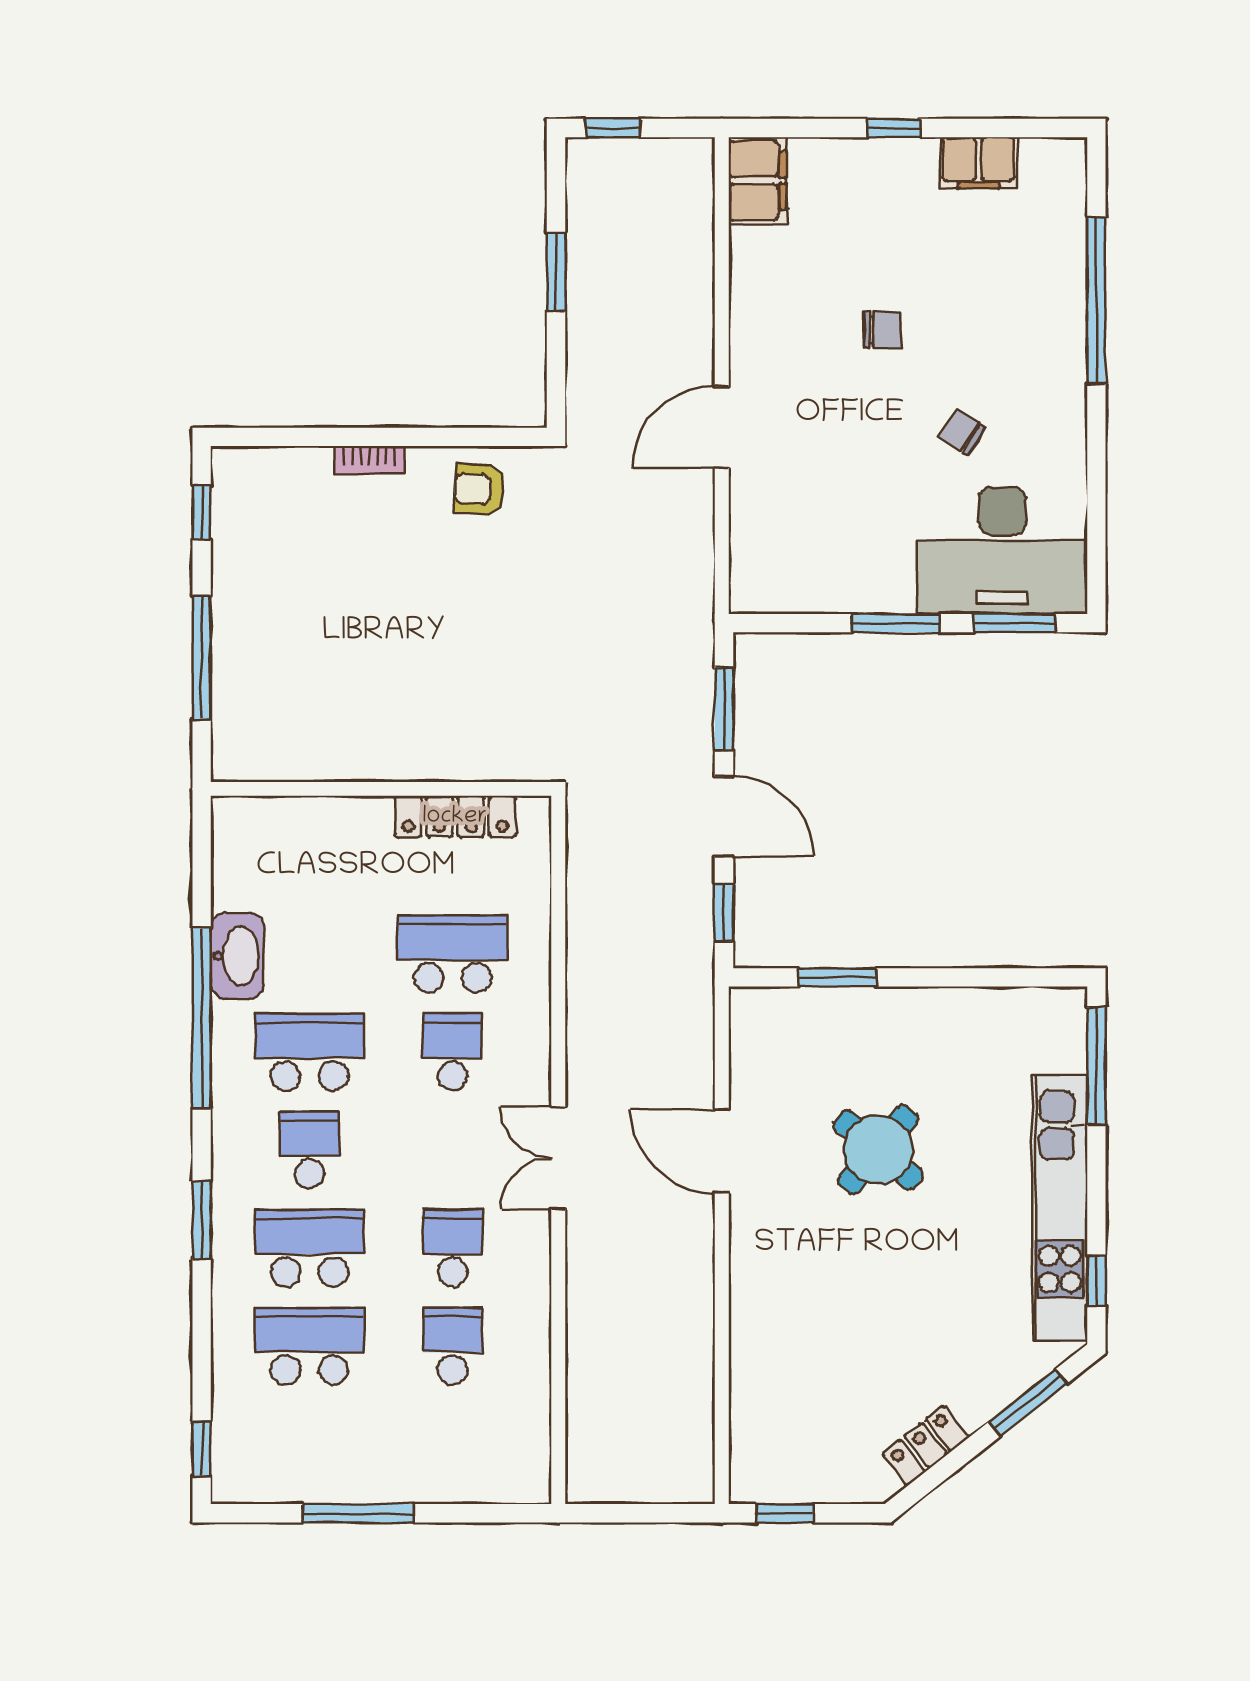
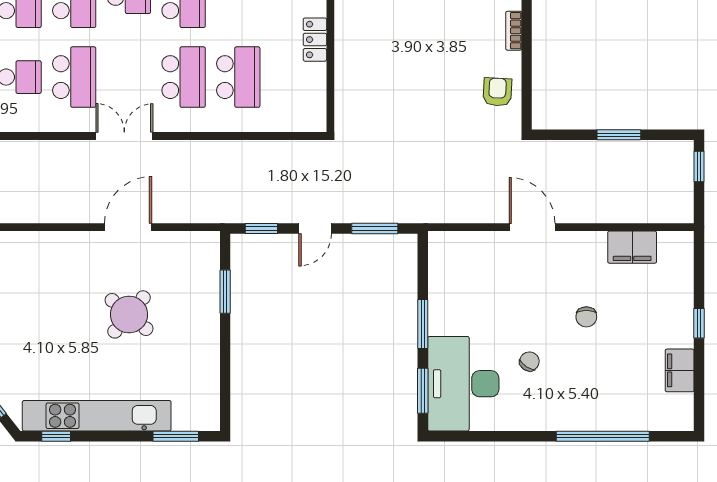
filing cabinet: (757, 181) -> (632, 247), moved
door: (724, 816) -> (315, 228), width x0.73
locker: (455, 817) -> (315, 40), moved, width x0.66
school desk: (453, 1052) -> (184, 77), width x1.85
window: (1096, 1066) -> (176, 436), width x0.69
school desk: (453, 1248) -> (74, 77), width x1.85

